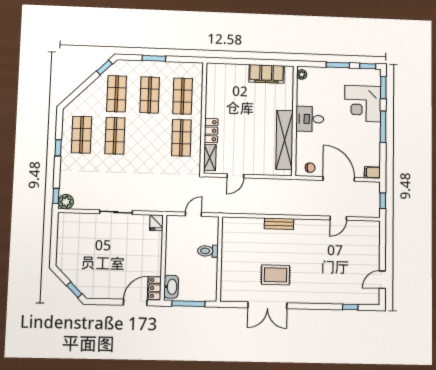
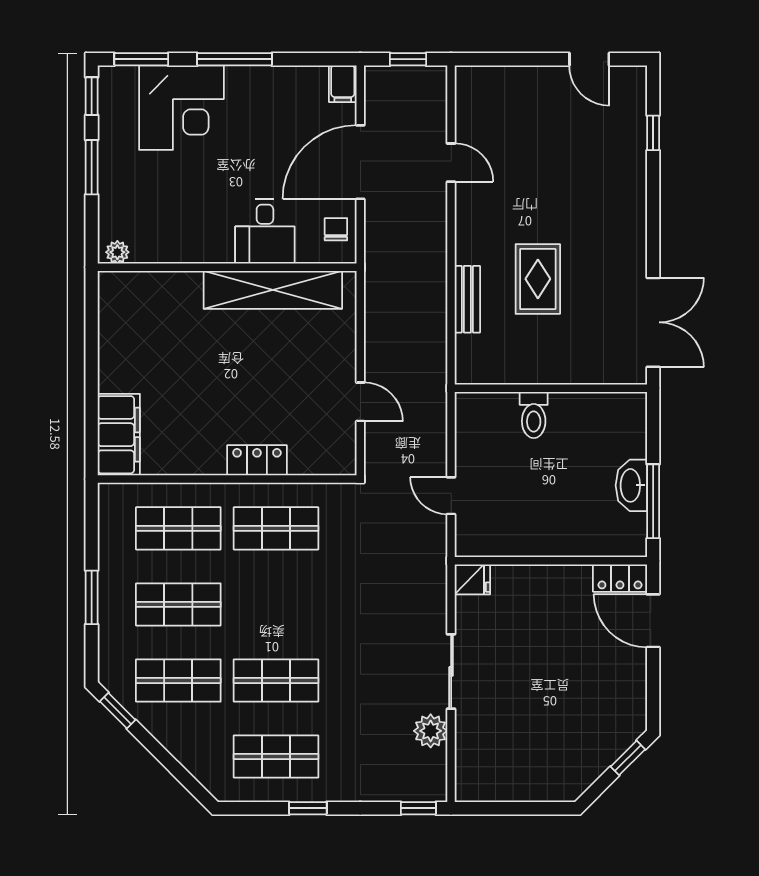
filing cabinet: (267, 74) -> (119, 435), moved
desk: (310, 119) -> (265, 232), moved
shelving: (210, 158) -> (320, 462), removed
plant: (66, 202) -> (431, 731), moved
toilet: (208, 251) -> (534, 415), moved
wall: (219, 259) -> (551, 388), moved
rug: (275, 275) -> (538, 279), moved
washbasin: (171, 287) -> (631, 485), moved, turned -90

